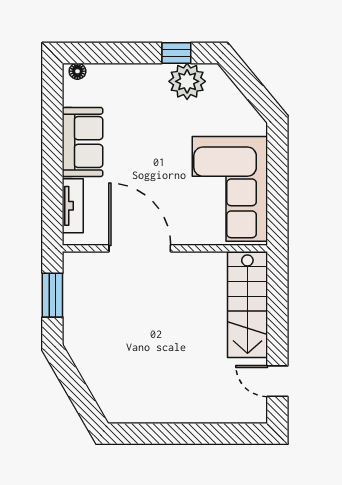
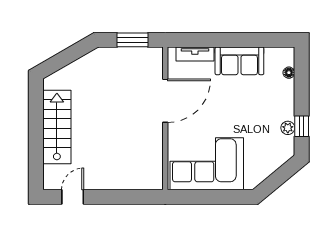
floor lamp: (77, 71) -> (289, 73), moved
plant: (187, 81) -> (288, 128), width x0.53, depth x0.53
stairs: (247, 305) -> (57, 127), moved, turned 90

